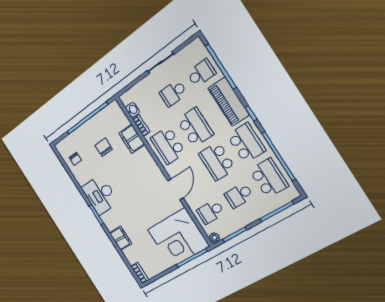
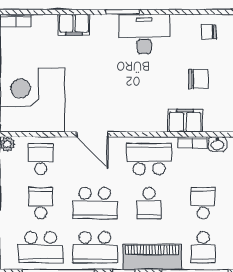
school desk: (195, 127) -> (149, 203), width x0.54
school desk: (217, 161) -> (95, 203), turned 180

